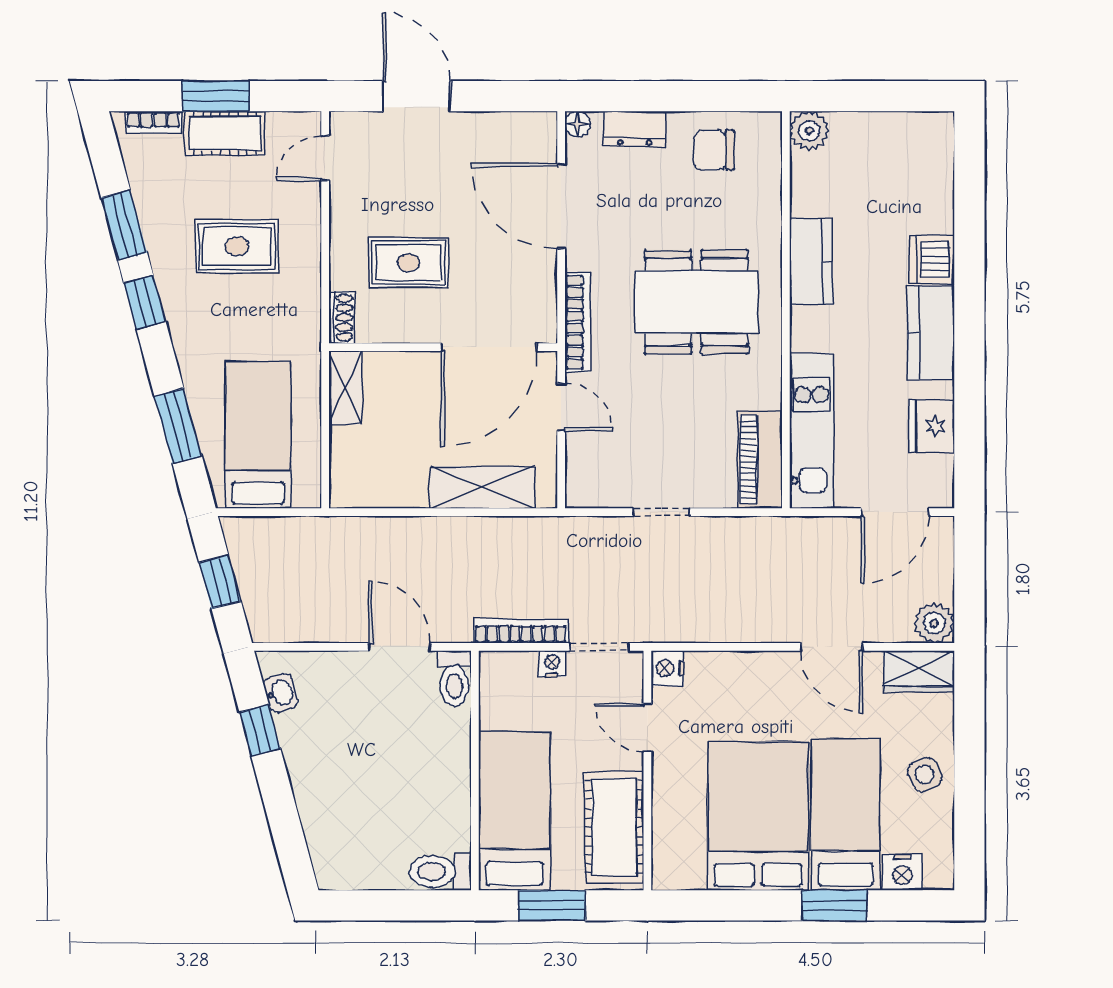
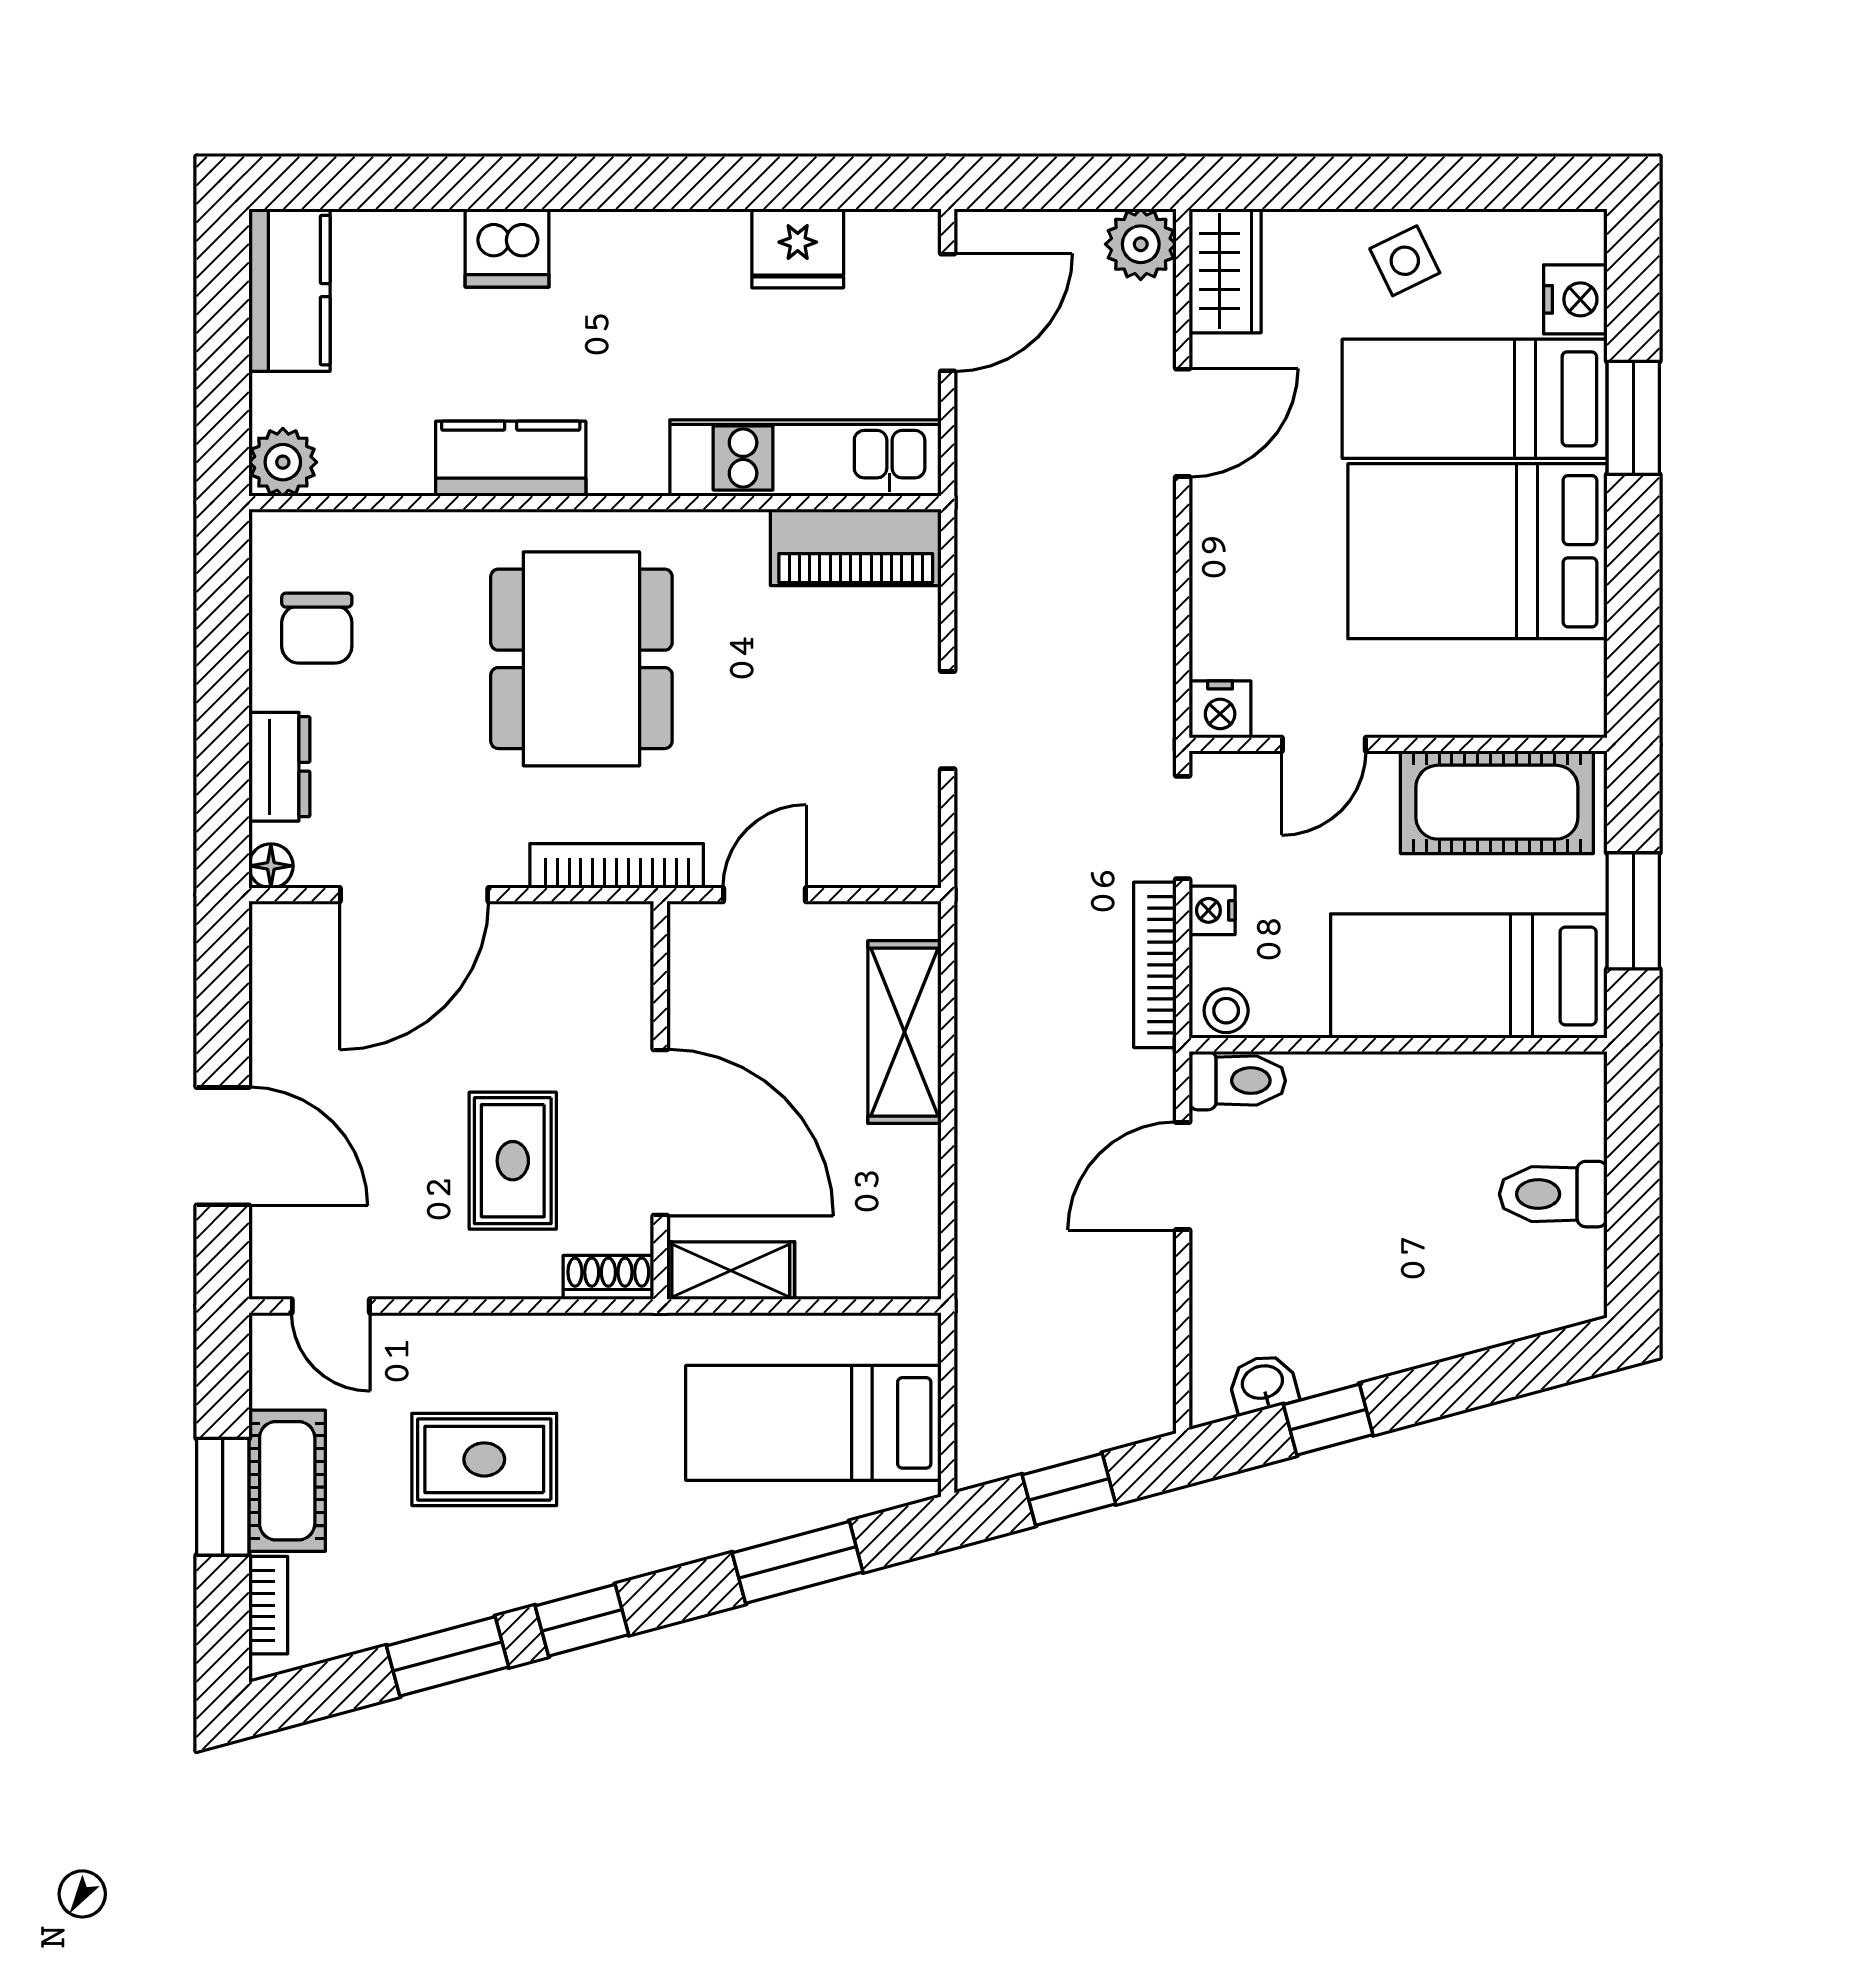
door: (417, 96) -> (223, 1146), swing flipped
rug: (237, 246) -> (484, 1459), turned 90
kitchen counter: (931, 333) -> (289, 290), moved, turned -90
door: (489, 347) -> (660, 1132), moved
door: (895, 512) -> (948, 312), hinge flipped
stool: (495, 672) -> (1226, 1011), added
toilet: (440, 872) -> (1553, 1194), moved, turned 90

